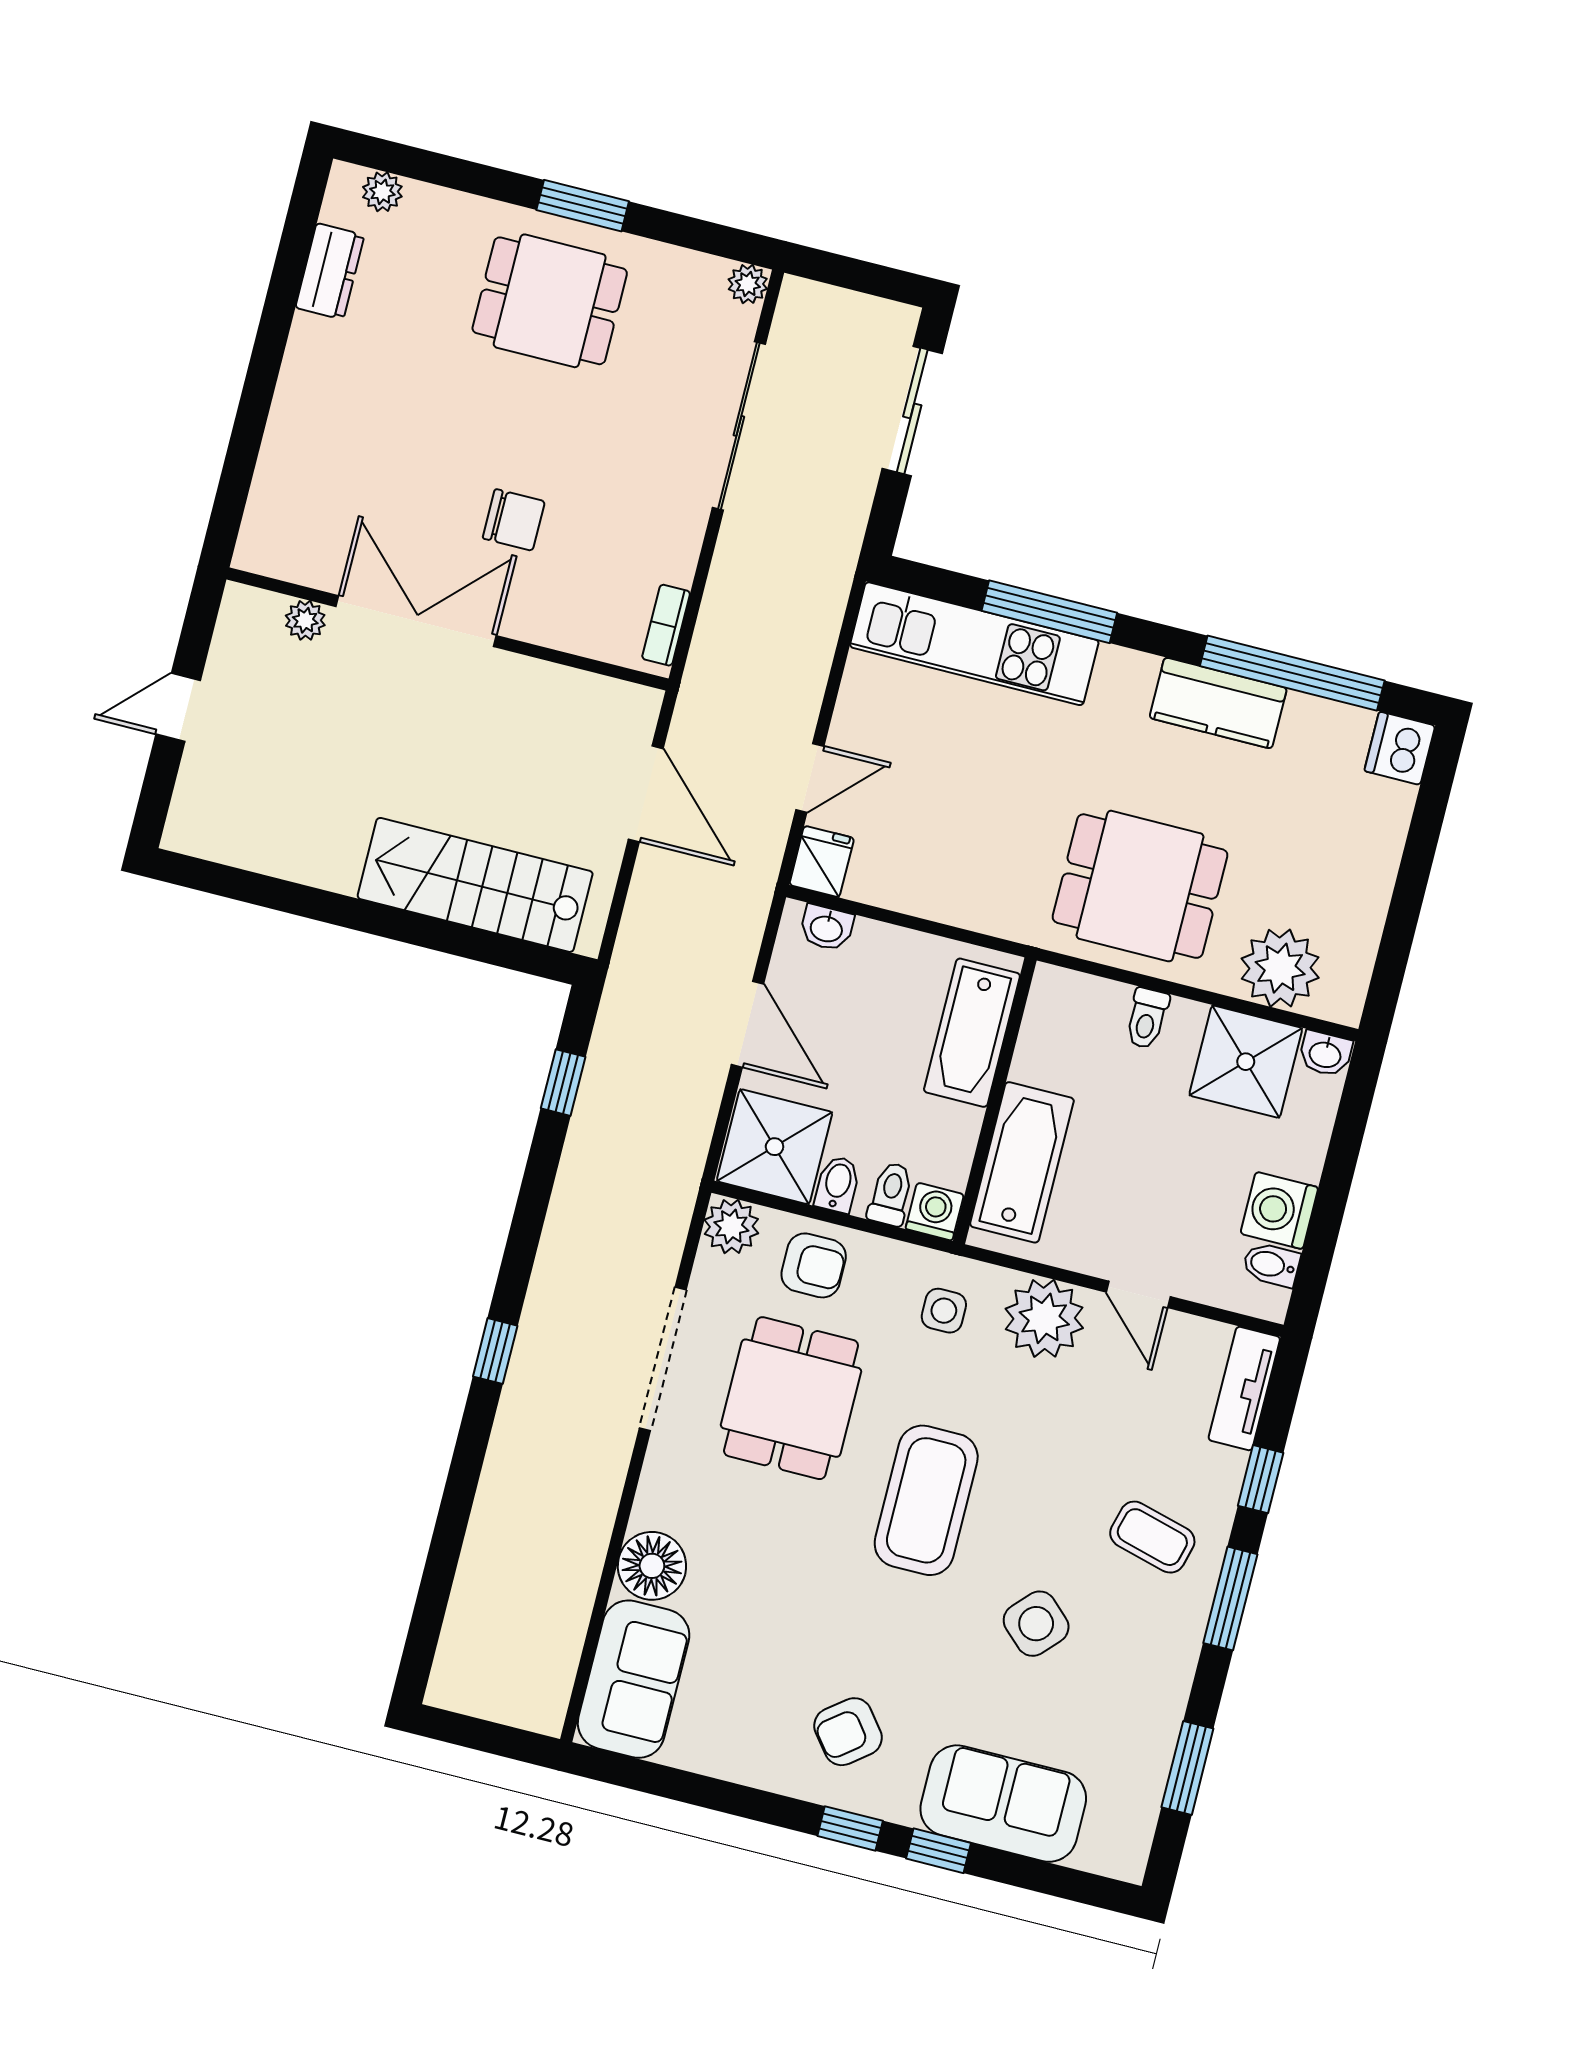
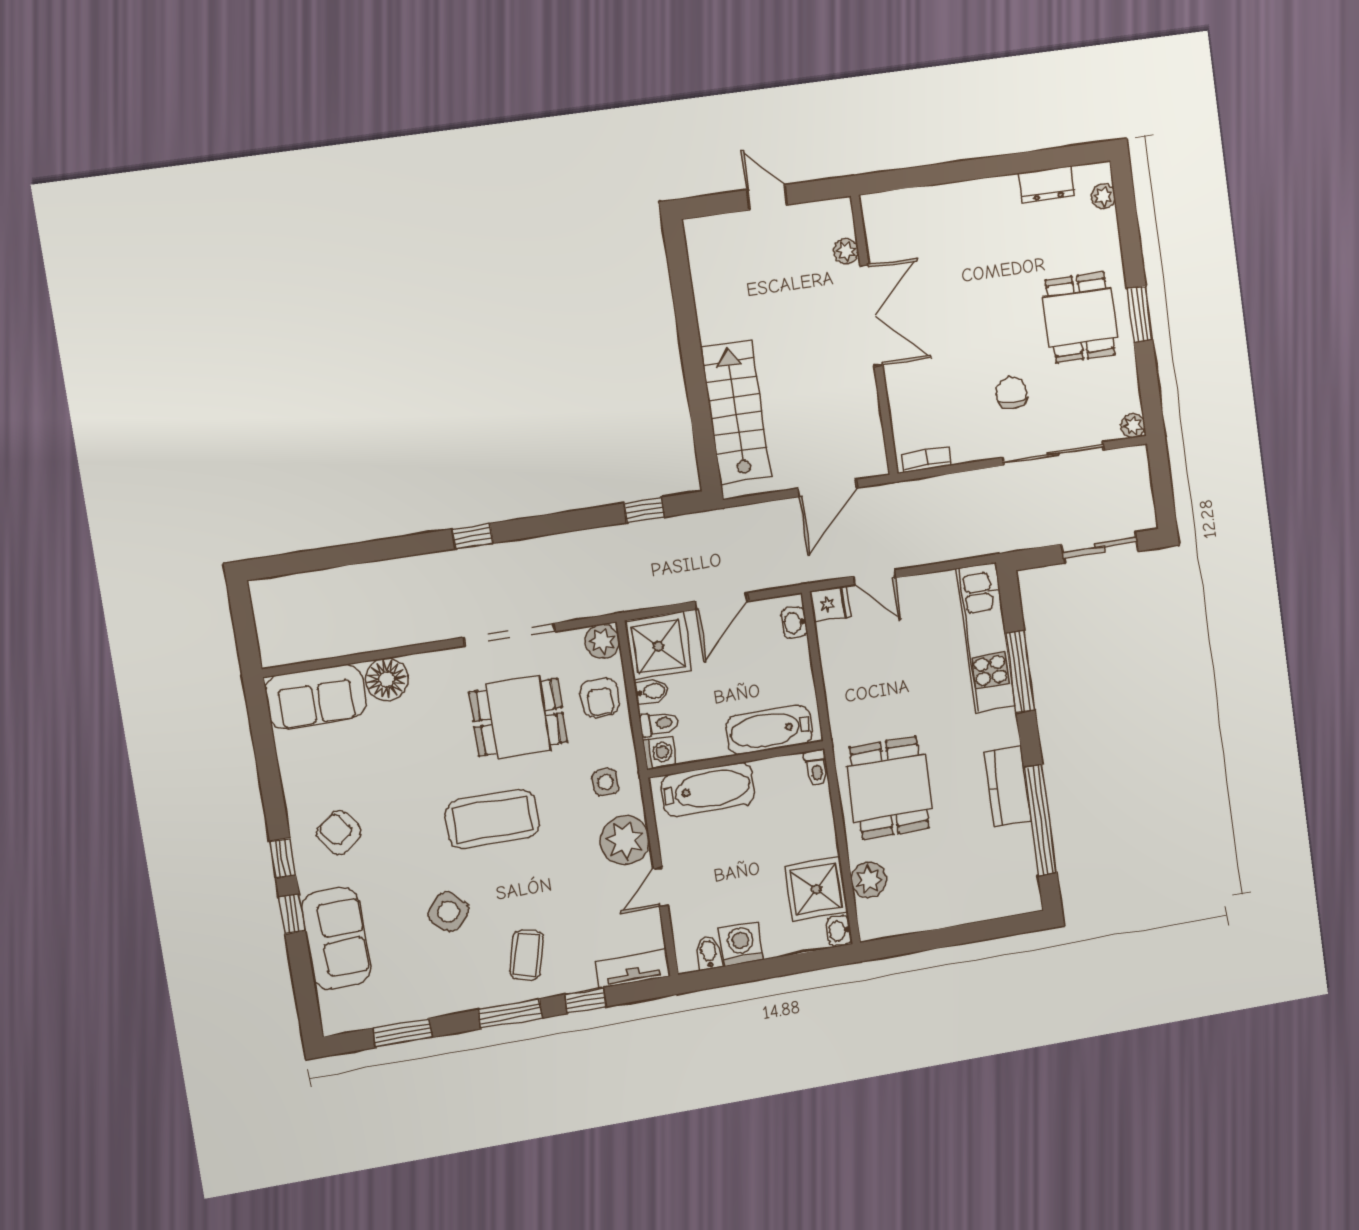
chair: (514, 520) -> (1012, 393), moved, turned 180
dishwasher: (1400, 748) -> (1023, 897), removed
plant: (1280, 968) -> (869, 880), width x0.73, depth x0.73
toilet: (1147, 1018) -> (816, 768), moved, turned -90

